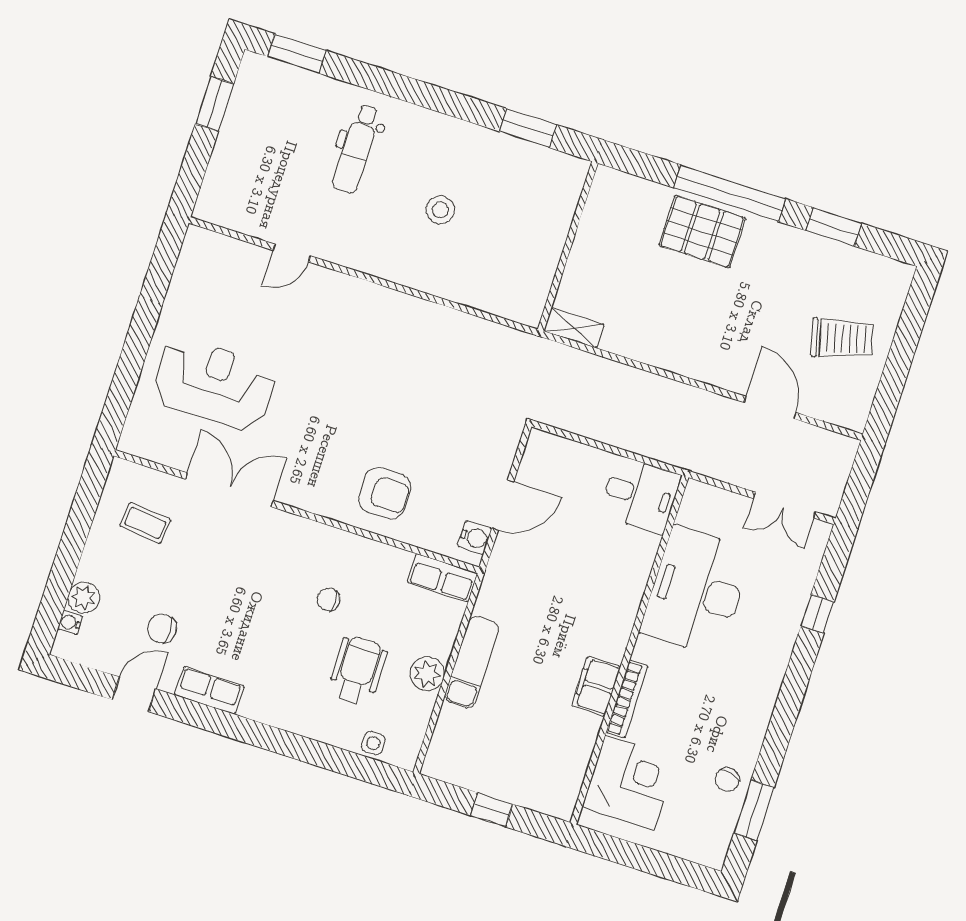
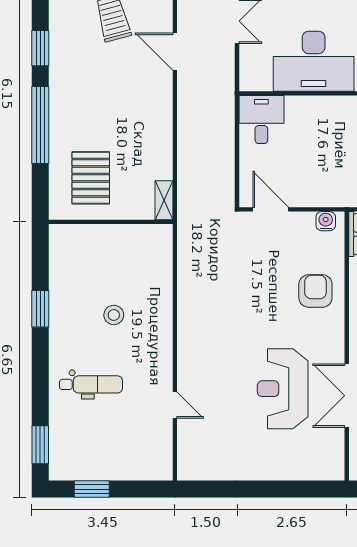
window: (528, 128) -> (40, 309), moved
pallet: (702, 232) -> (91, 178), moved
reception desk: (214, 384) -> (283, 389), moved
door: (770, 408) -> (175, 52), hinge flipped
door: (503, 505) -> (271, 209), moved

